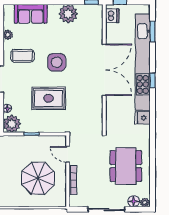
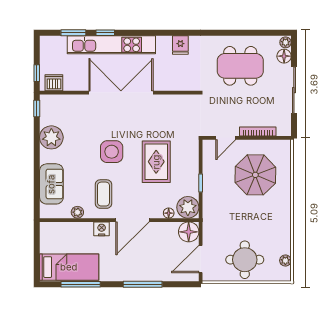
kitchen unit: (143, 62) -> (111, 45), width x0.73
window: (152, 80) -> (105, 33), moved

